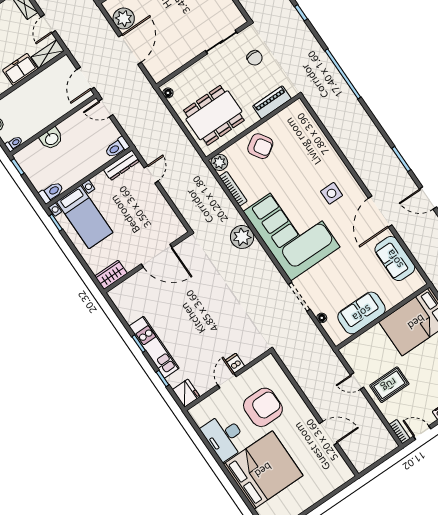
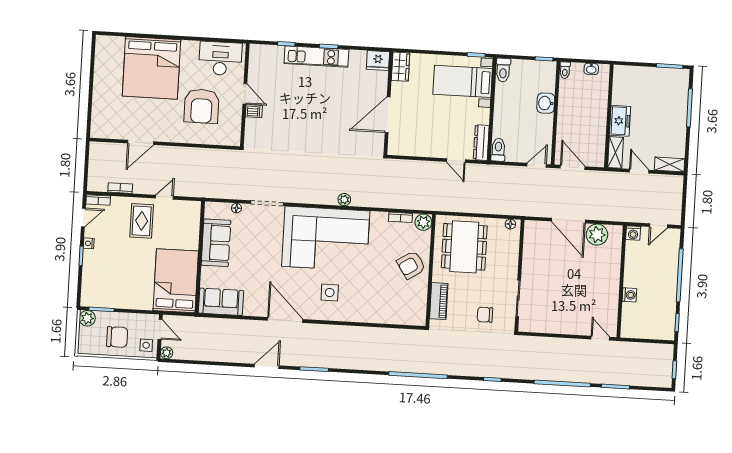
bookcase: (233, 189) -> (400, 217), width x0.64
plant: (242, 237) -> (344, 200), width x0.53, depth x0.53
sofa: (395, 259) -> (221, 302), moved
fridge: (186, 393) -> (378, 61), moved
bookcase: (377, 421) -> (120, 188), added
desk: (224, 437) -> (220, 58), moved

